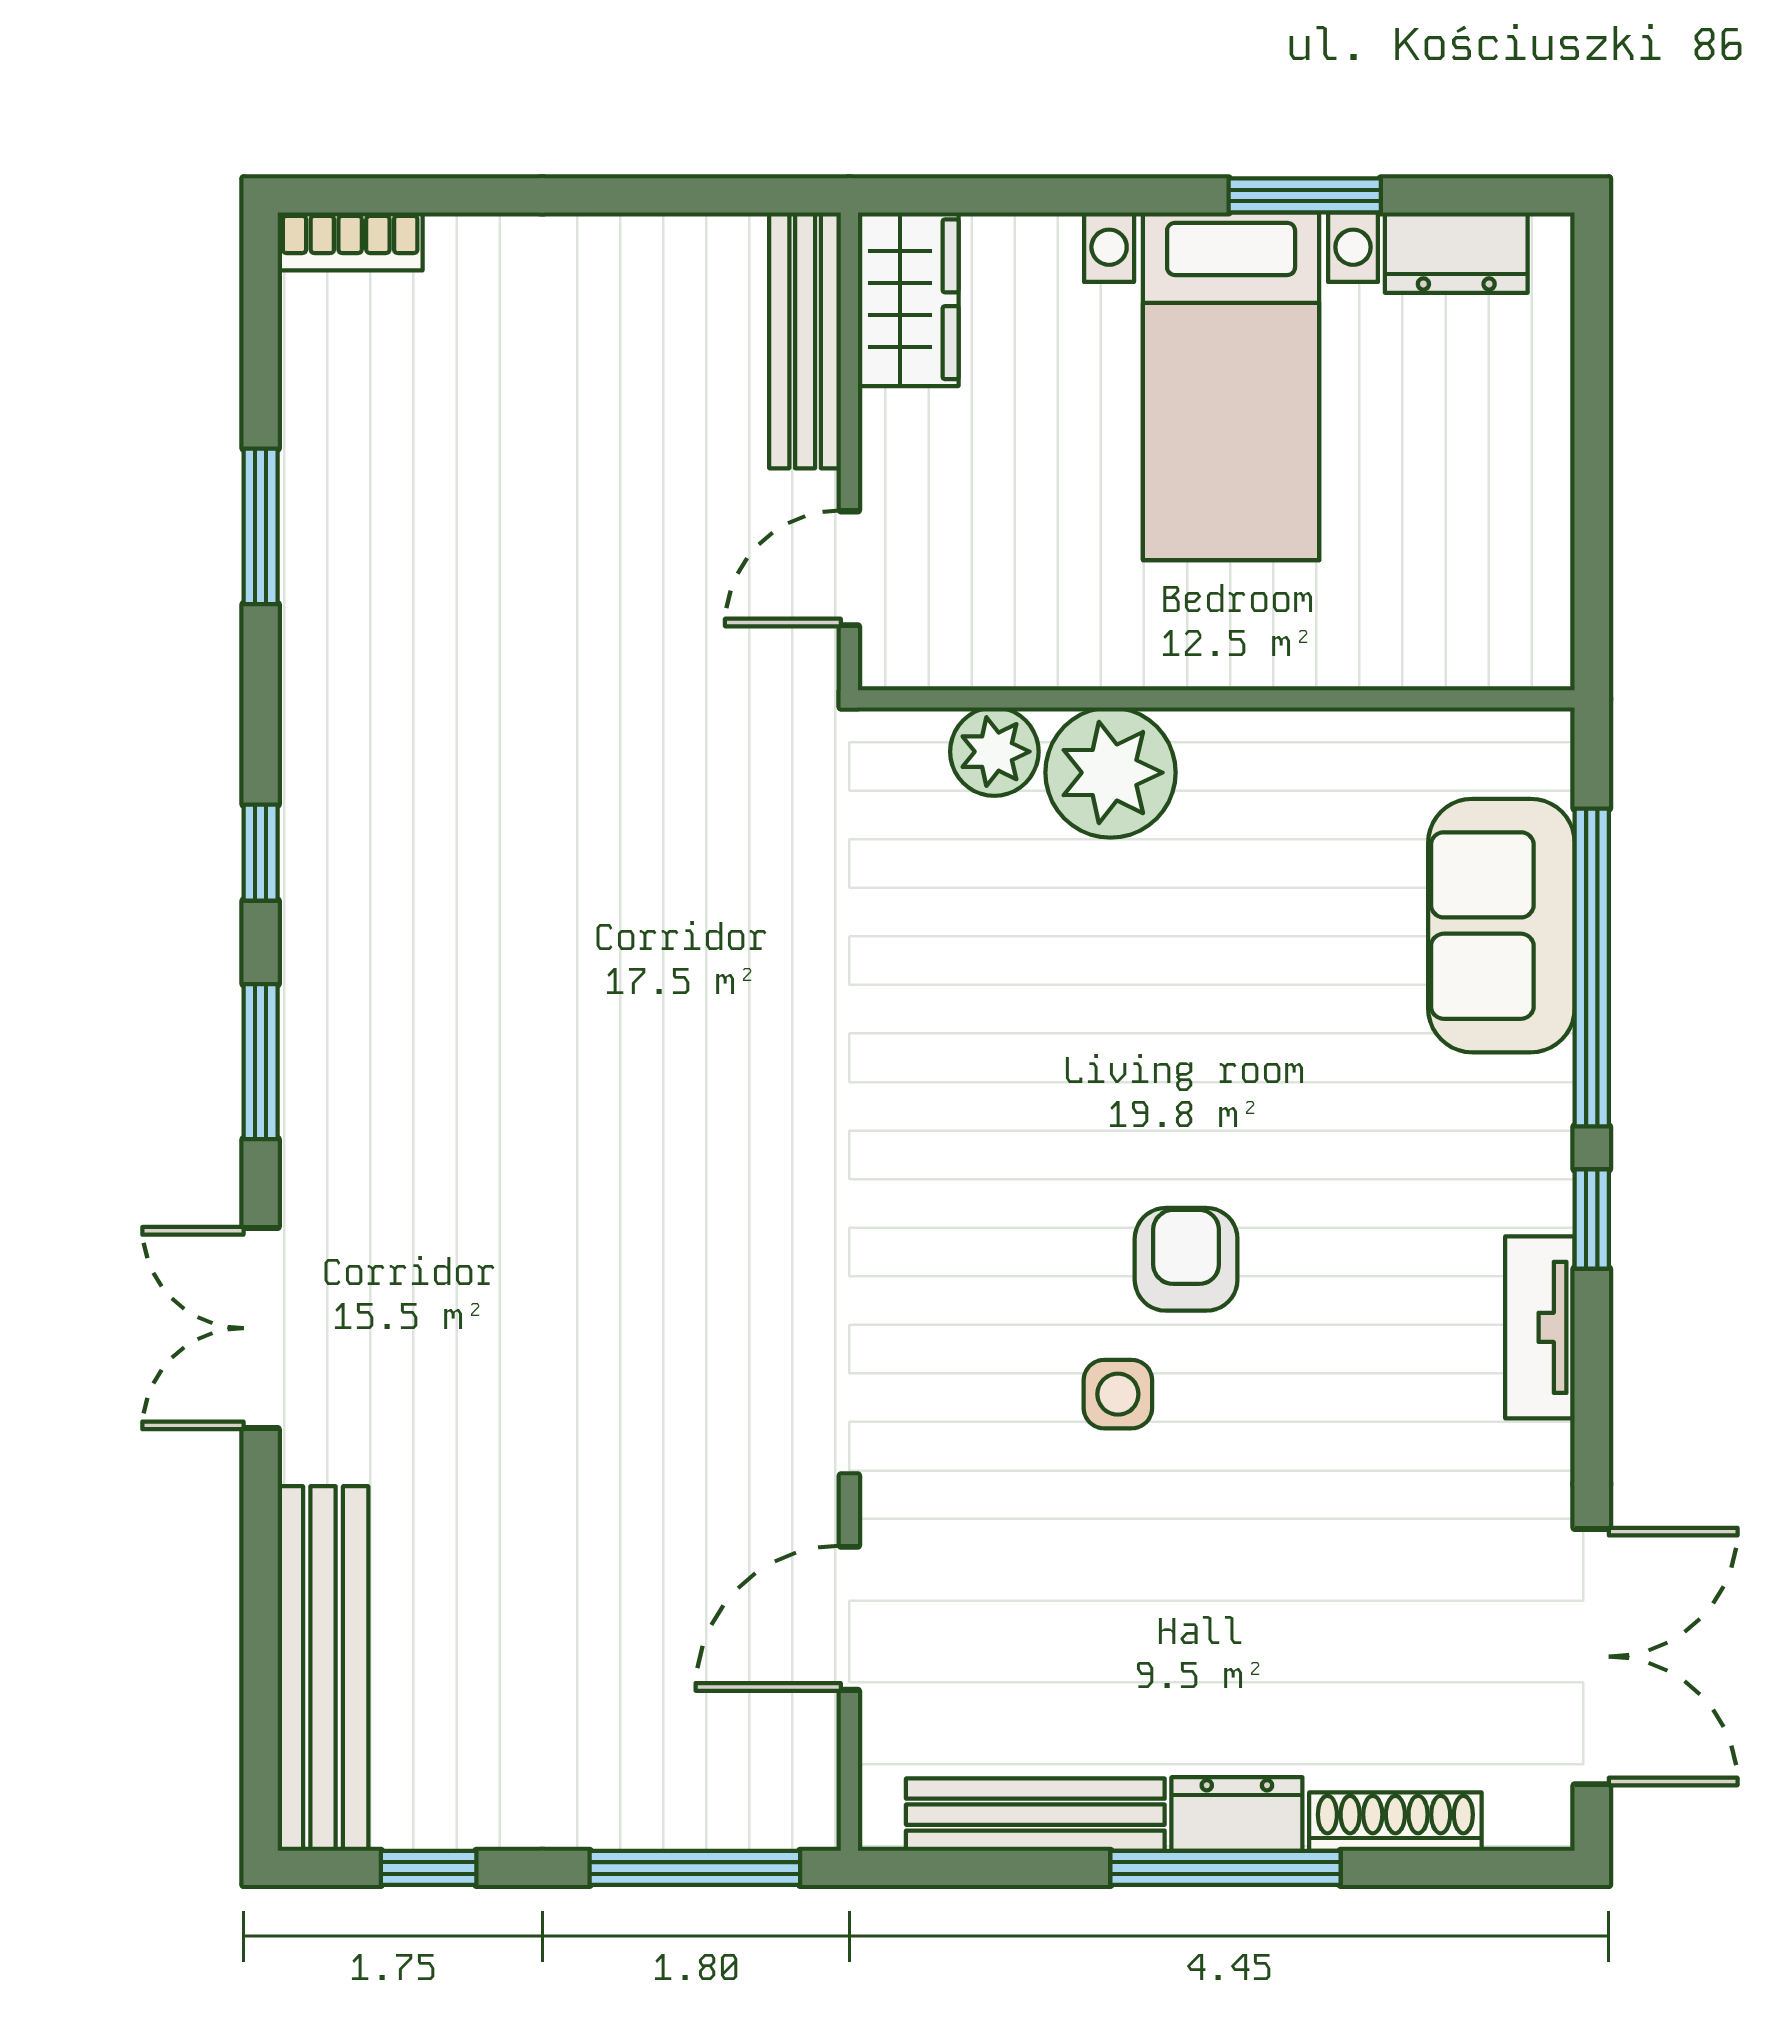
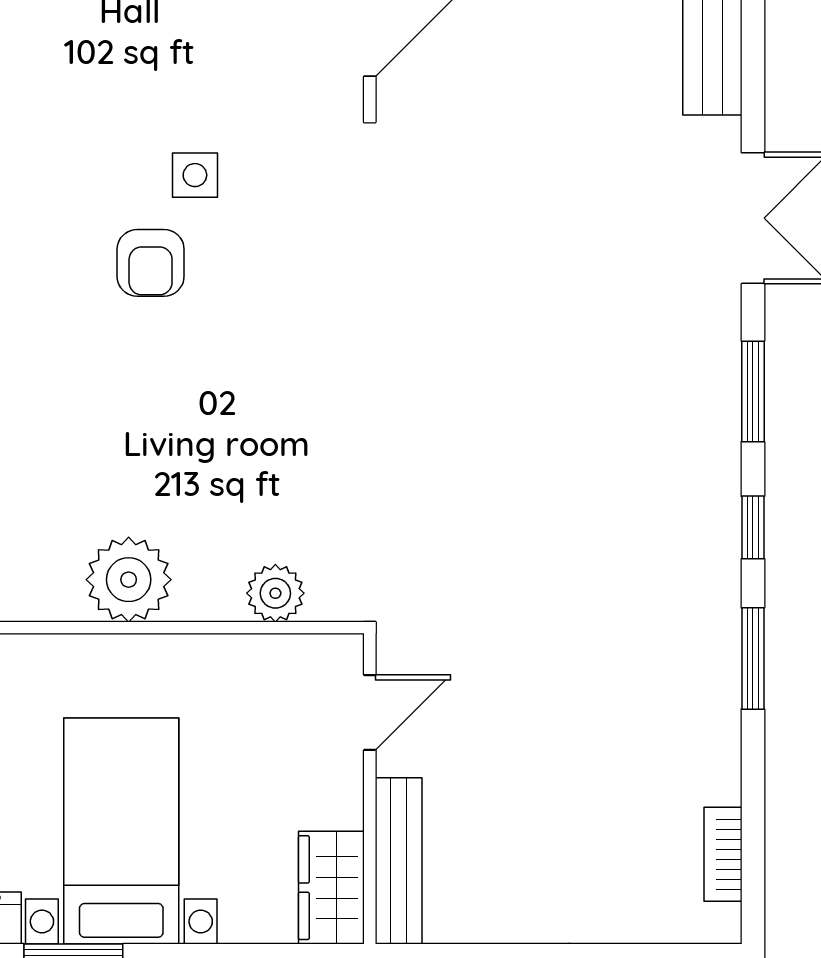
bookcase: (350, 241) -> (723, 854), moved, turned -90
window: (261, 526) -> (753, 658), moved
plant: (1111, 773) -> (129, 580), moved

